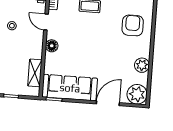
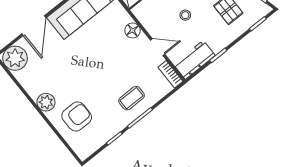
armchair: (133, 25) -> (77, 117), turned -90
plant: (142, 65) -> (46, 102), moved

